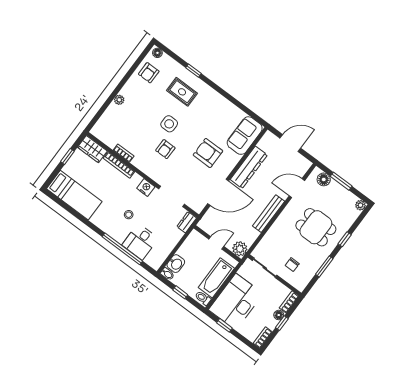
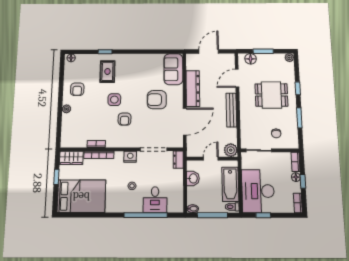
armchair: (149, 73) -> (77, 89), moved
rug: (182, 92) -> (107, 71), turned 90
bed: (74, 195) -> (81, 196), width x1.50
washbasin: (176, 264) -> (193, 178), moved
window: (180, 292) -> (212, 215), width x2.17

